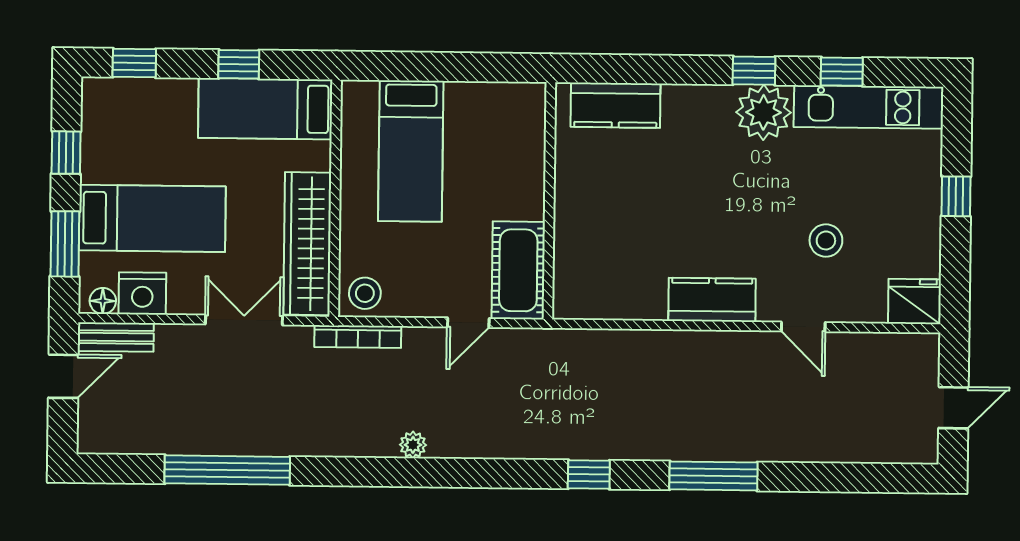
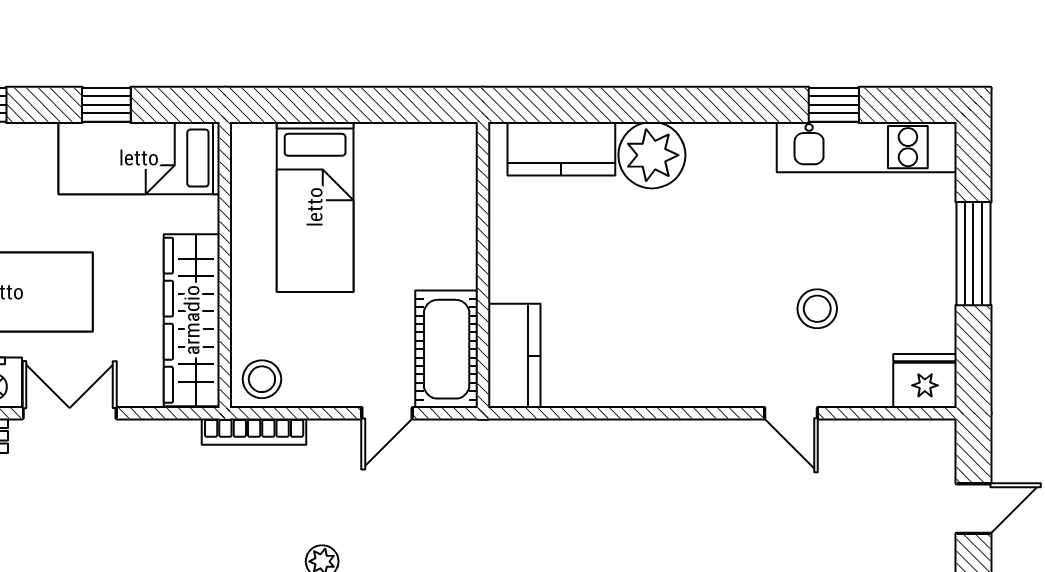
window: (754, 71) -> (728, 105), removed
plant: (763, 112) -> (652, 155), moved
window: (956, 196) -> (973, 254), width x2.17
kitchen counter: (712, 300) -> (514, 356), moved, turned 90
double door: (244, 320) -> (70, 413), moved

